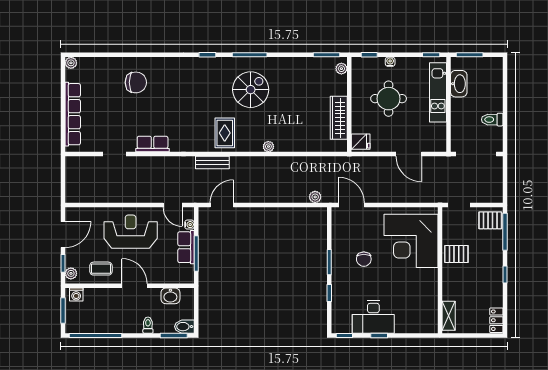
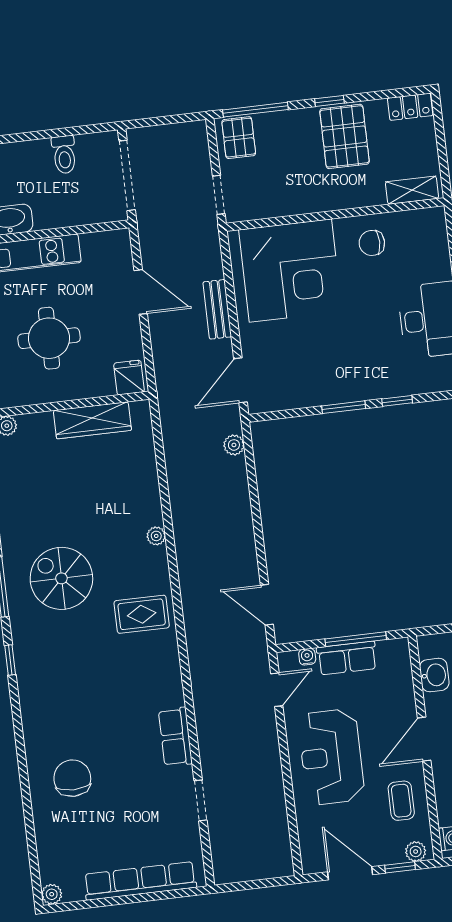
door: (409, 154) -> (141, 292), hinge flipped
bench: (212, 163) -> (217, 309), moved
pallet: (456, 254) -> (345, 136), moved, width x1.50, depth x1.42
chair: (364, 259) -> (372, 243), moved, turned 180

